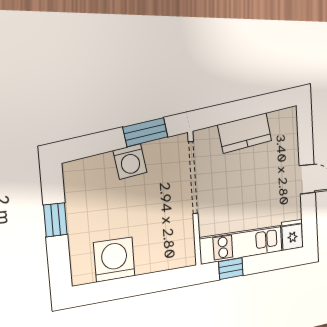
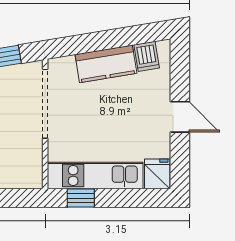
dishwasher: (278, 123) -> (147, 56), added

